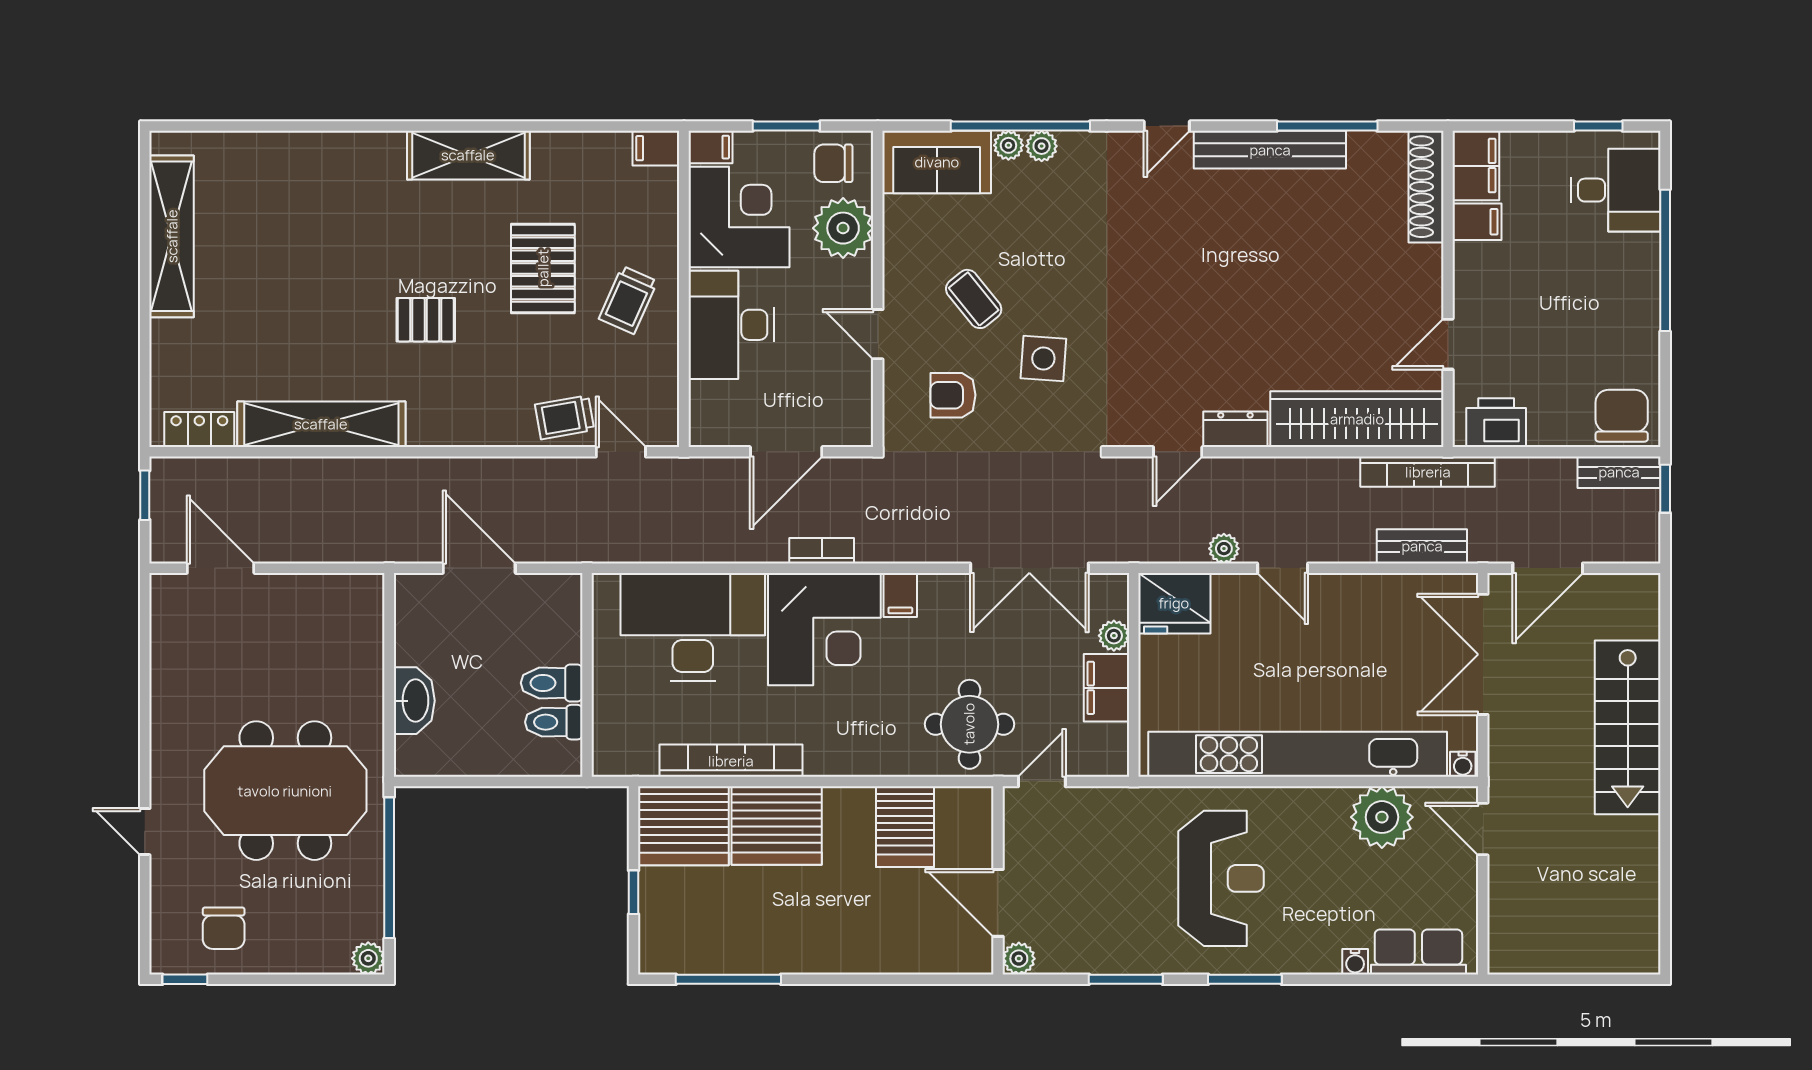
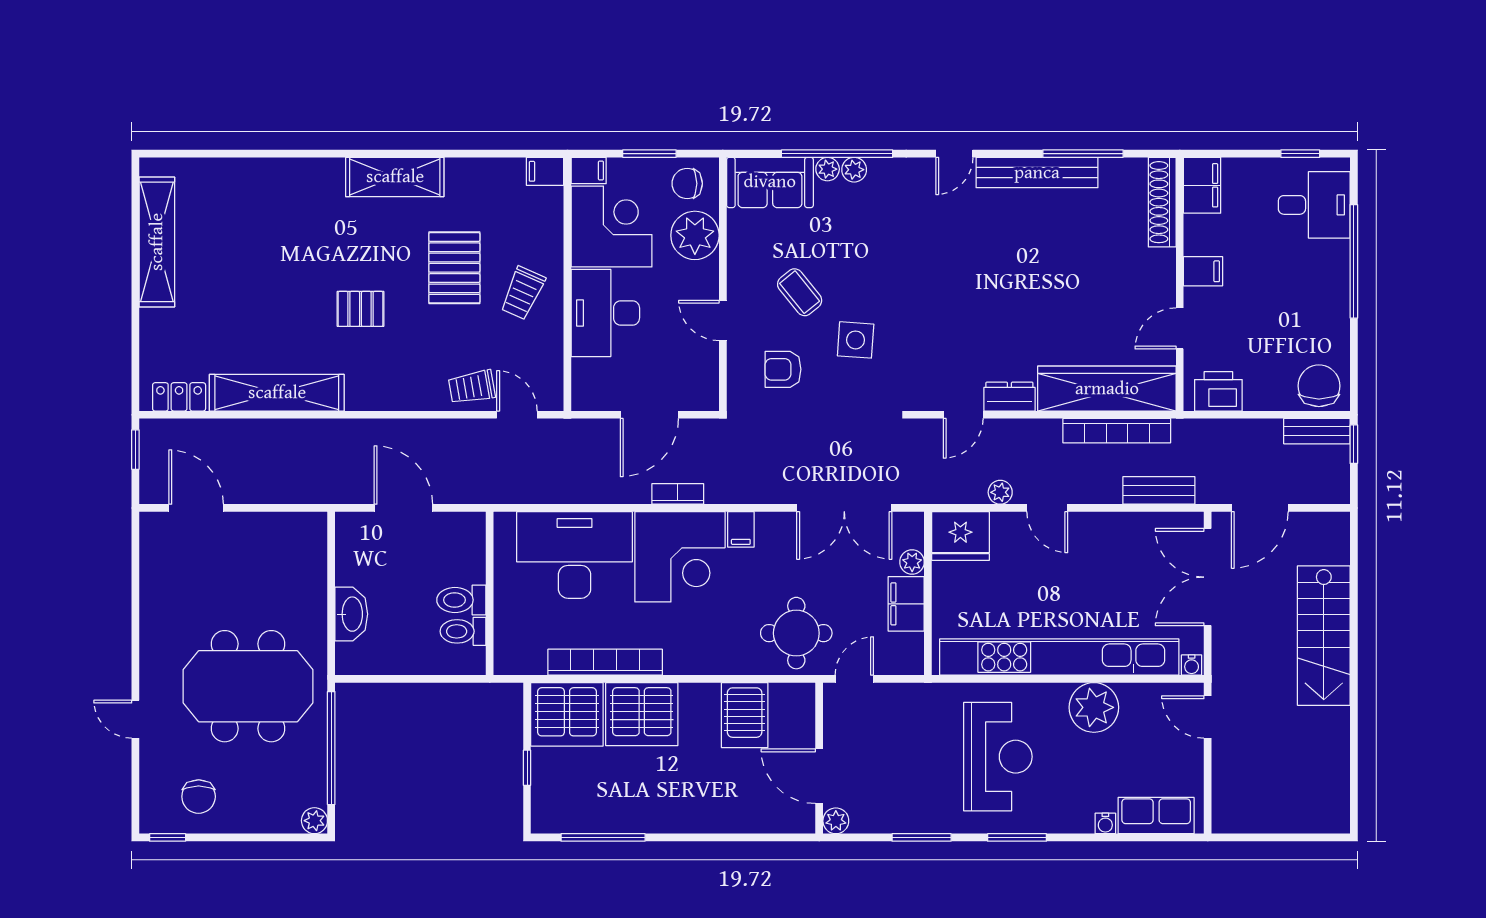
filing cabinet: (1477, 222) -> (1203, 271), moved
bookcase: (1428, 472) -> (1117, 431), moved
plant: (1382, 817) -> (1094, 707), moved

